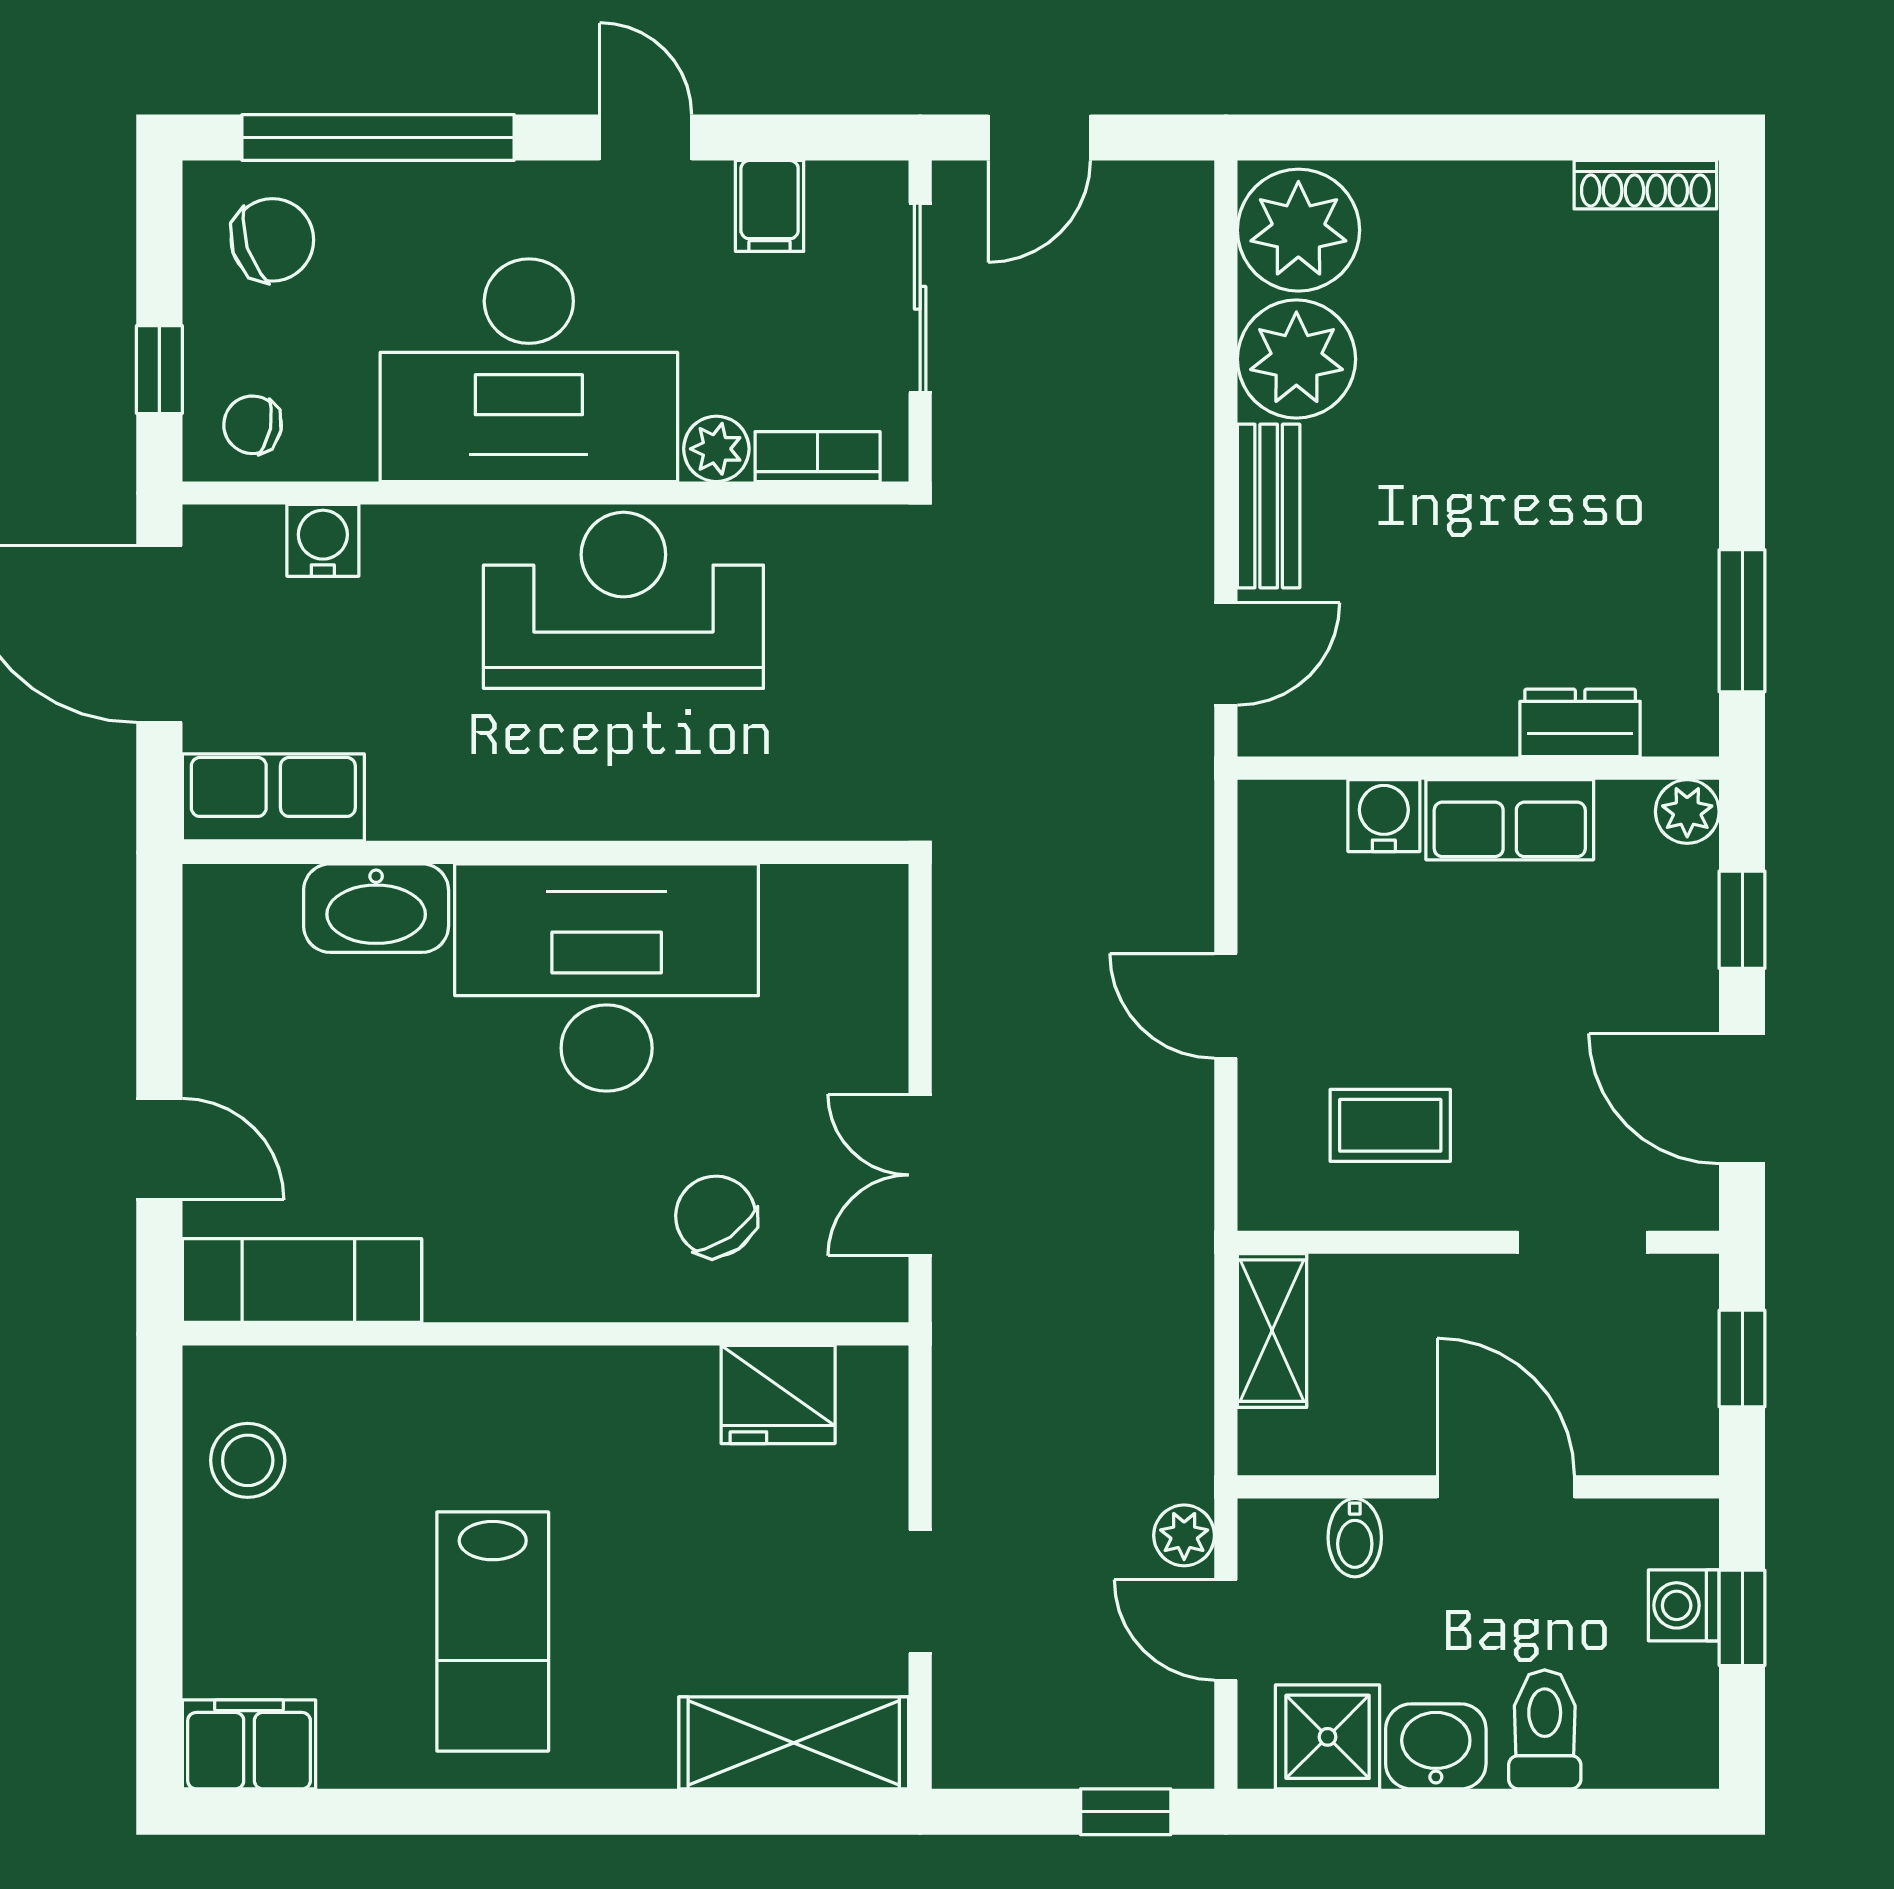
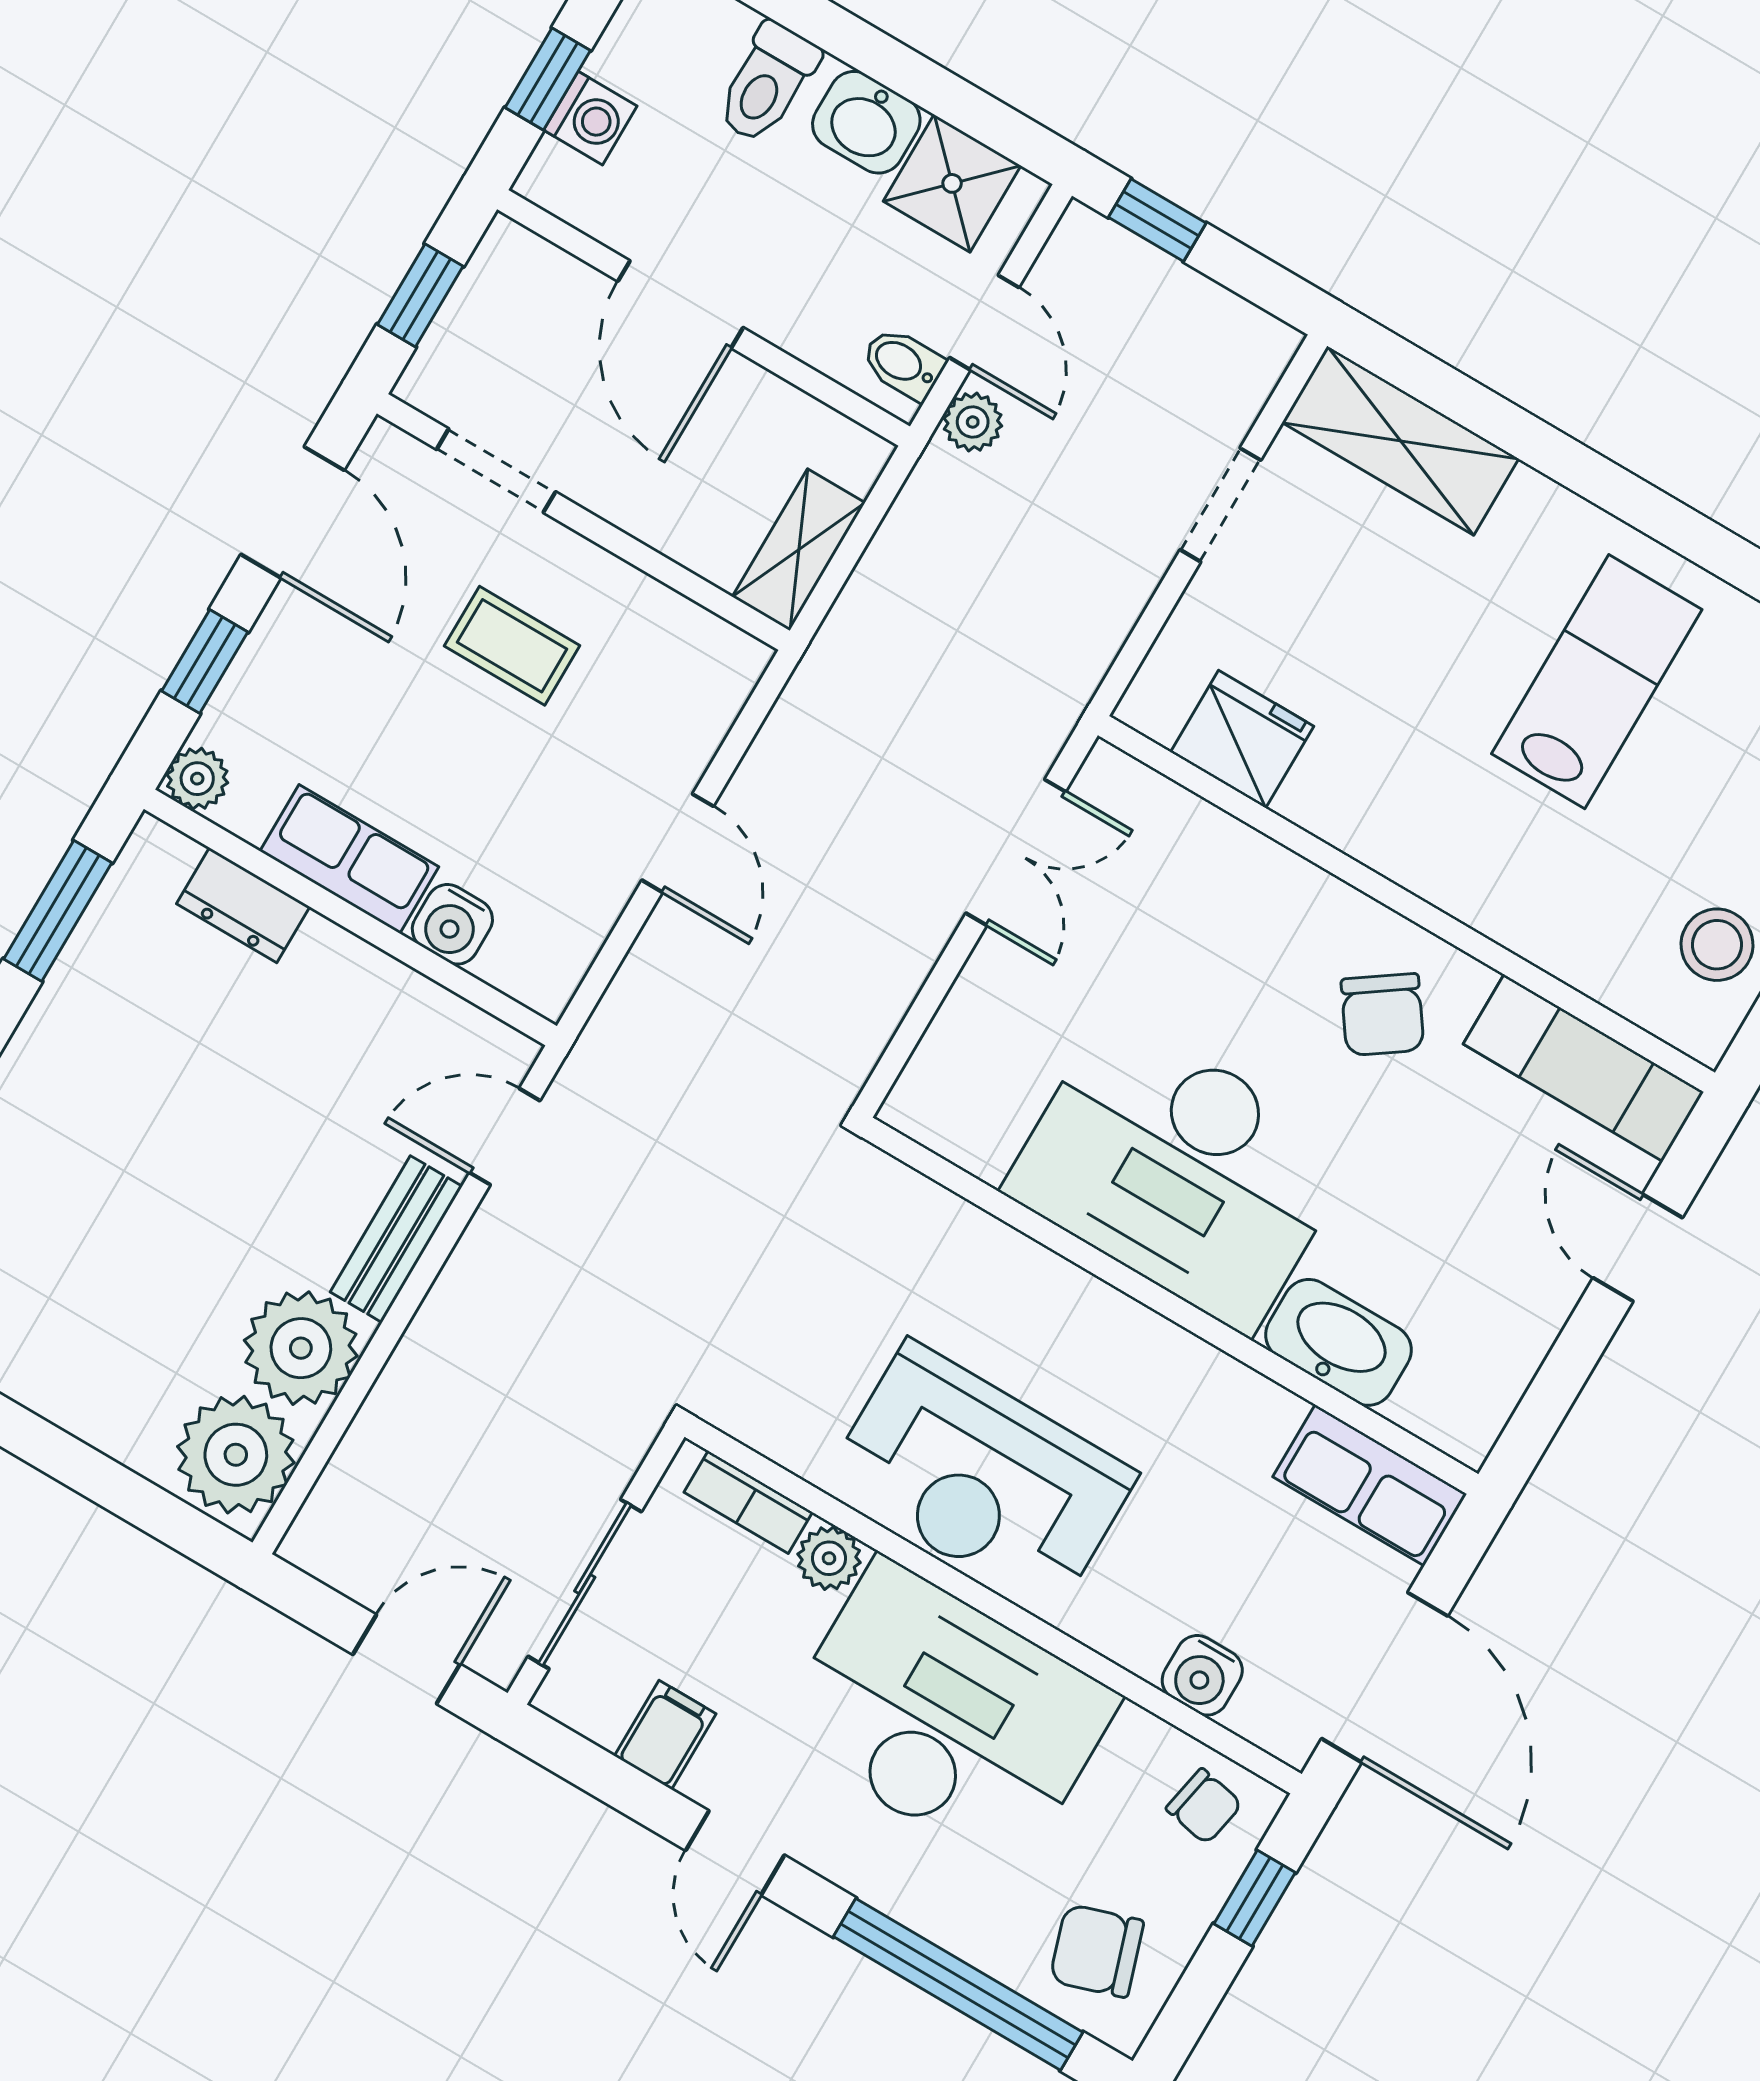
coffee table: (1390, 1125) -> (512, 646), moved
chair: (716, 1216) -> (1382, 1015), moved
bidet: (1355, 1538) -> (903, 364), moved, turned -90

